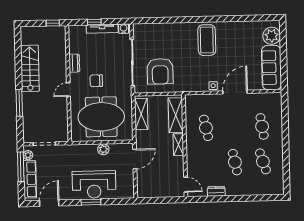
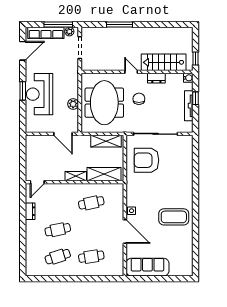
water cooler: (124, 29) -> (188, 78), moved
plant: (272, 36) -> (178, 268), removed
coffee table: (207, 40) -> (174, 217), moved
stairs: (30, 68) -> (164, 62), moved, turned 180
door: (49, 203) -> (23, 51), hinge flipped

